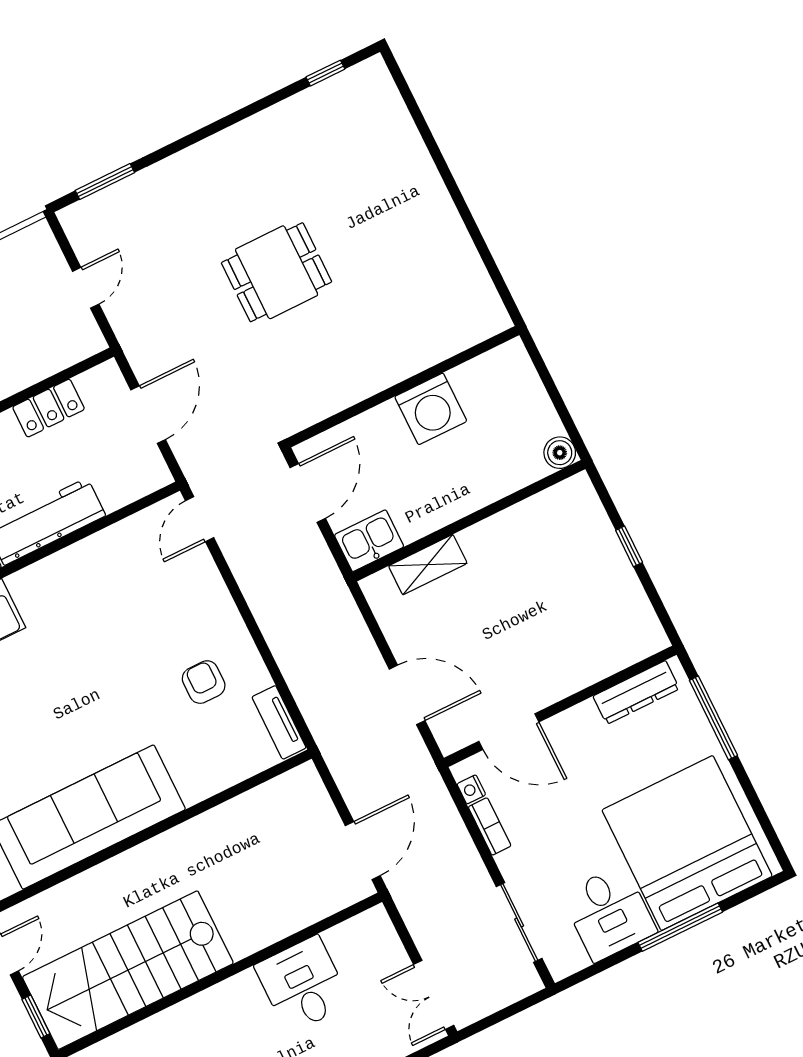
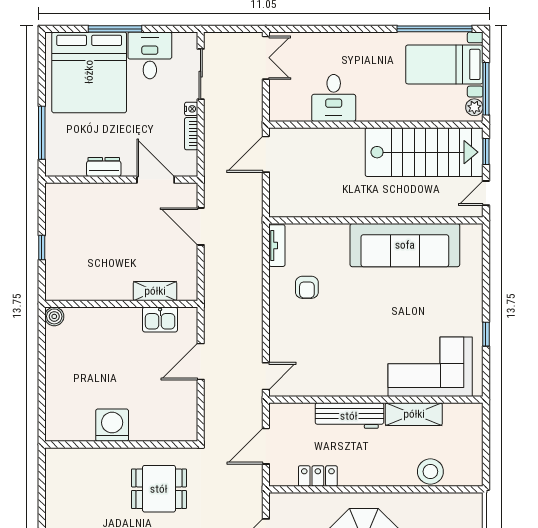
wall: (403, 387) -> (121, 445), moved
washing machine: (431, 409) -> (112, 425), moved
kitchen sink: (369, 541) -> (160, 320), moved
dresser: (636, 692) -> (104, 167), moved, width x0.70
nightstand: (471, 789) -> (191, 109), moved

